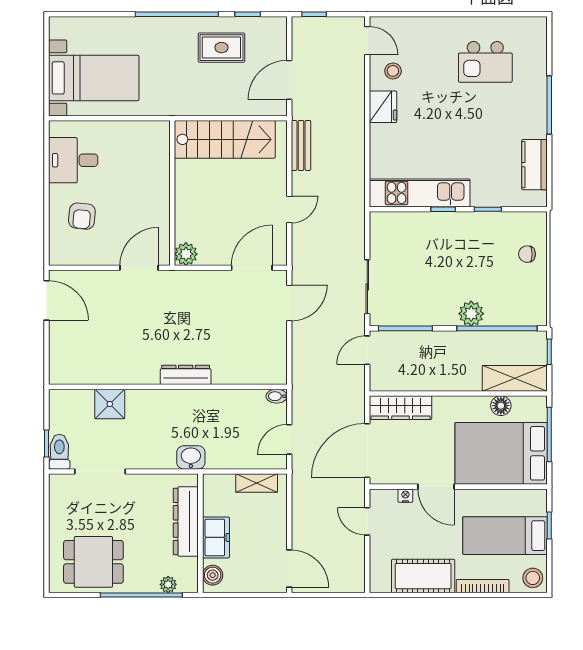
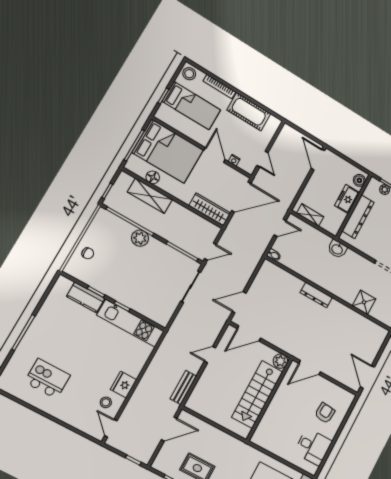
stairs: (225, 139) -> (257, 394), moved, turned -90
kitchen counter: (534, 165) -> (86, 297), moved, turned 90
shelving: (515, 378) -> (150, 196), moved

